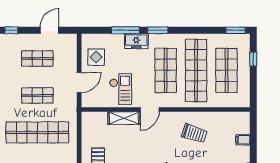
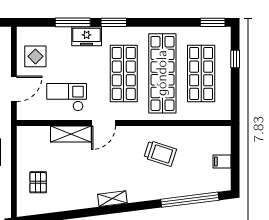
checkout: (121, 89) -> (67, 97), turned -90

